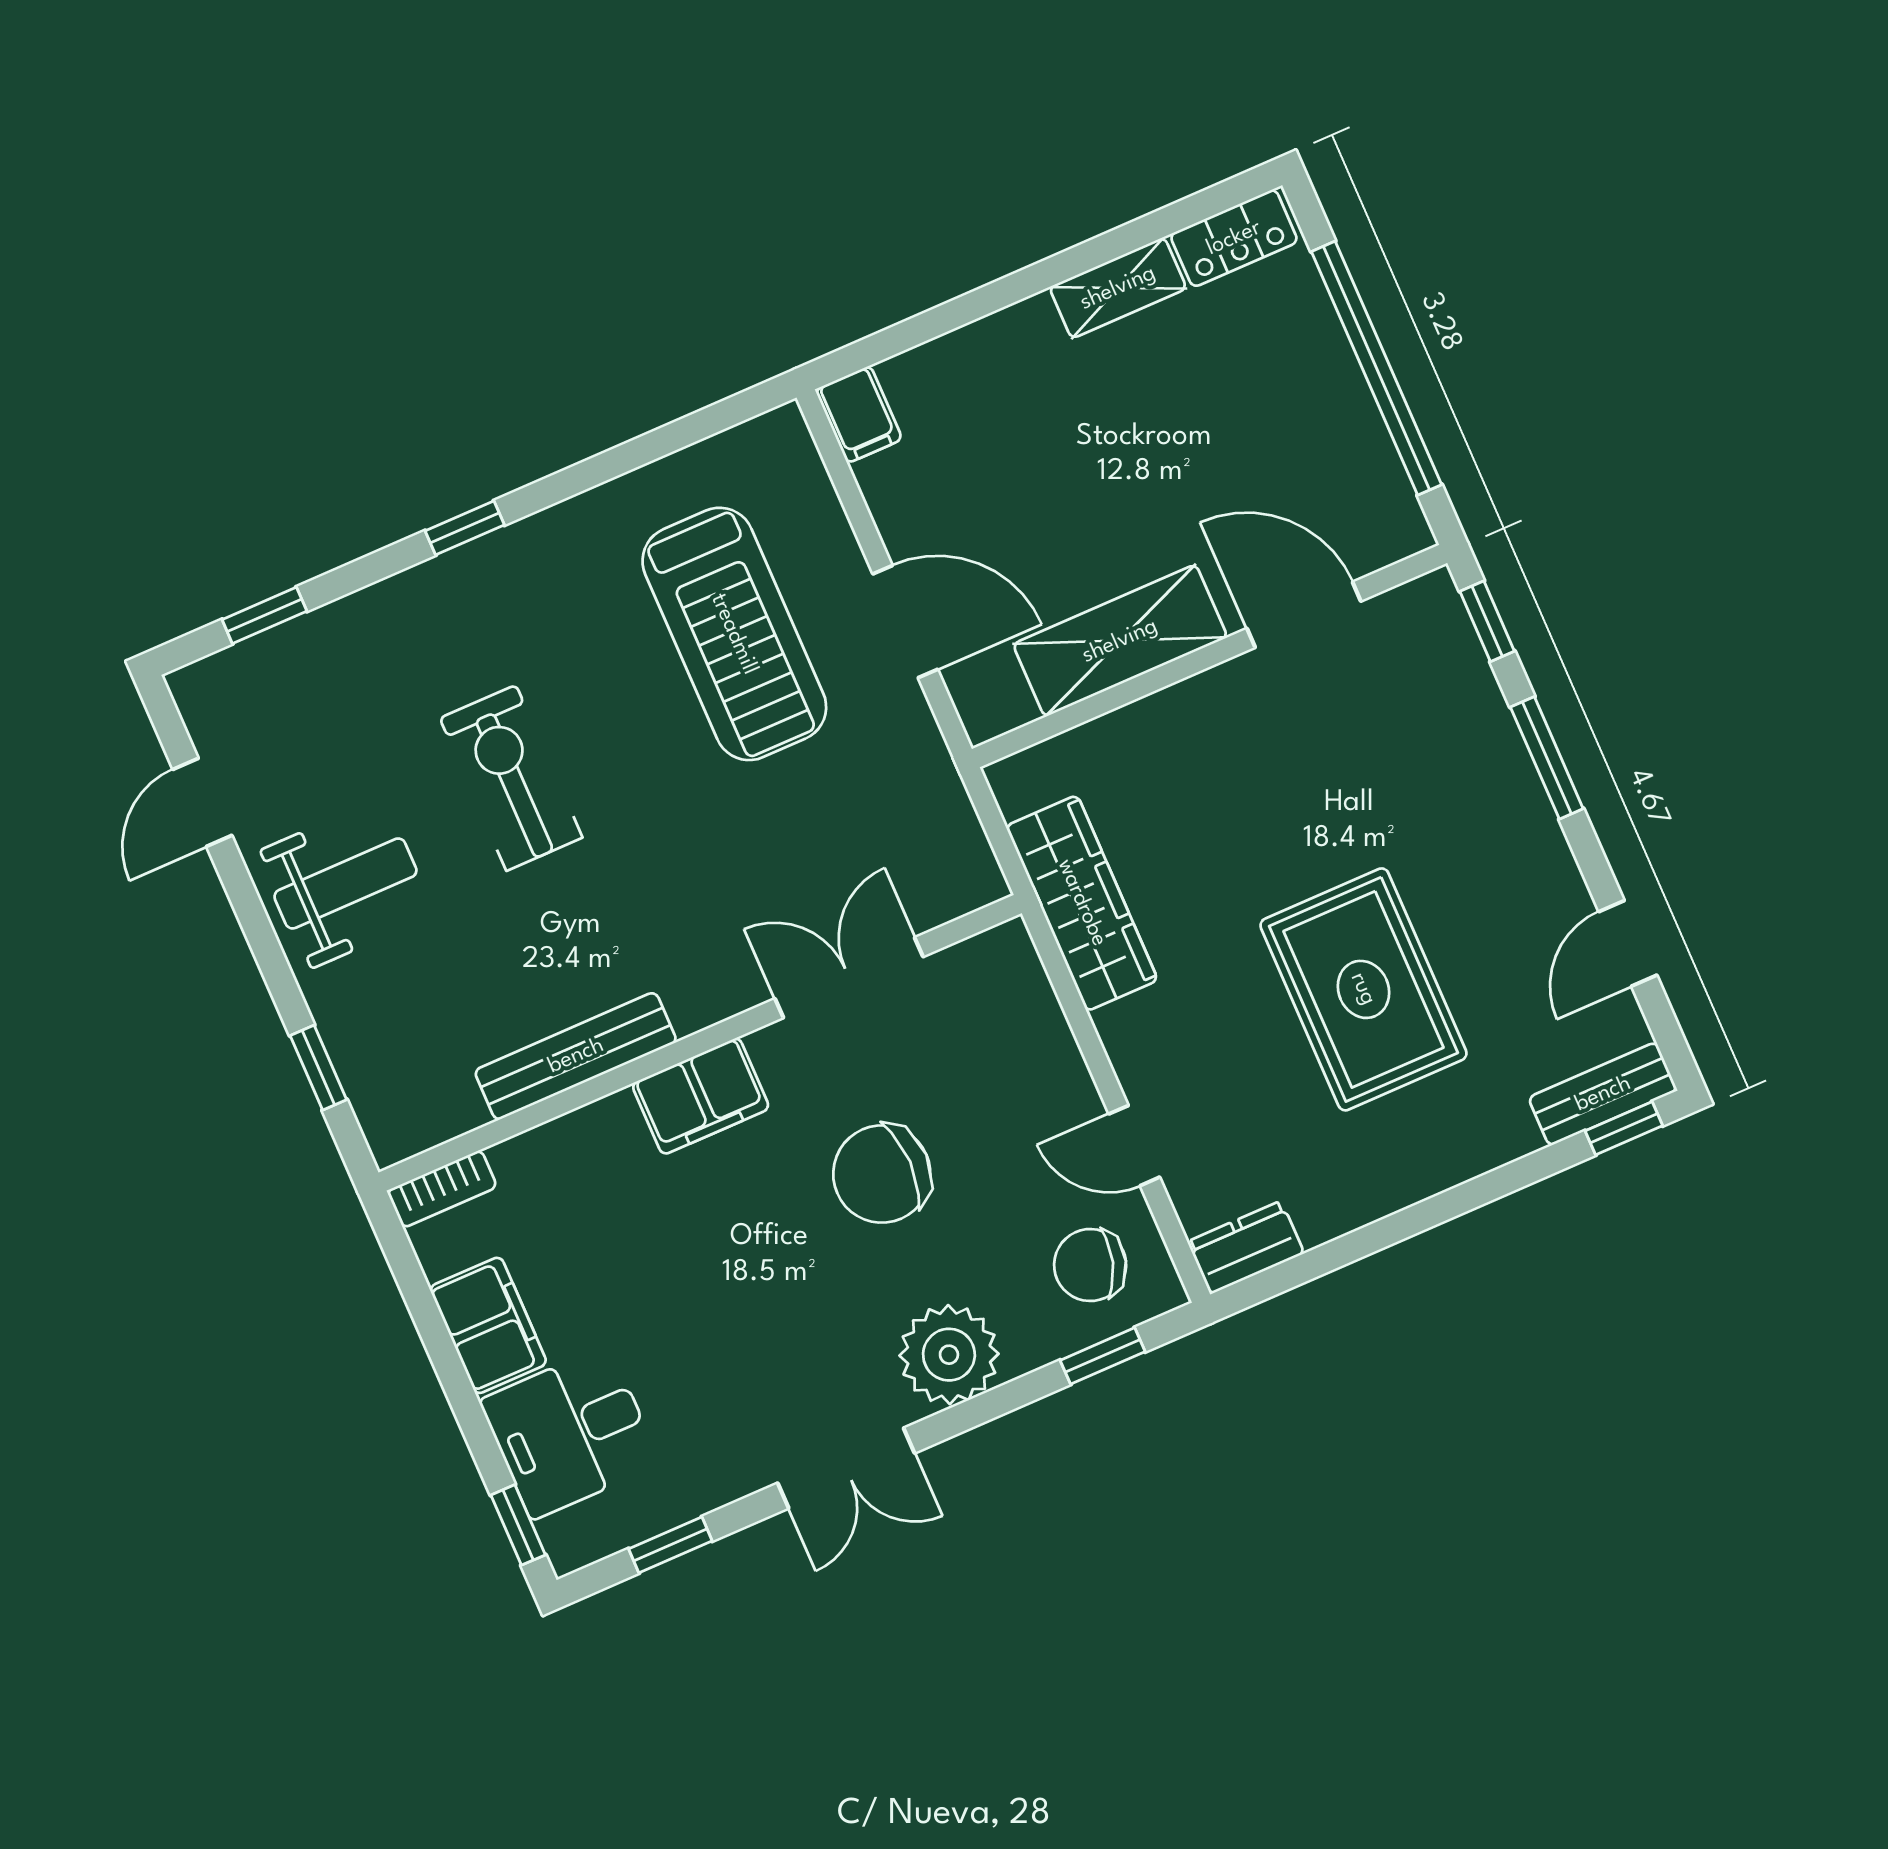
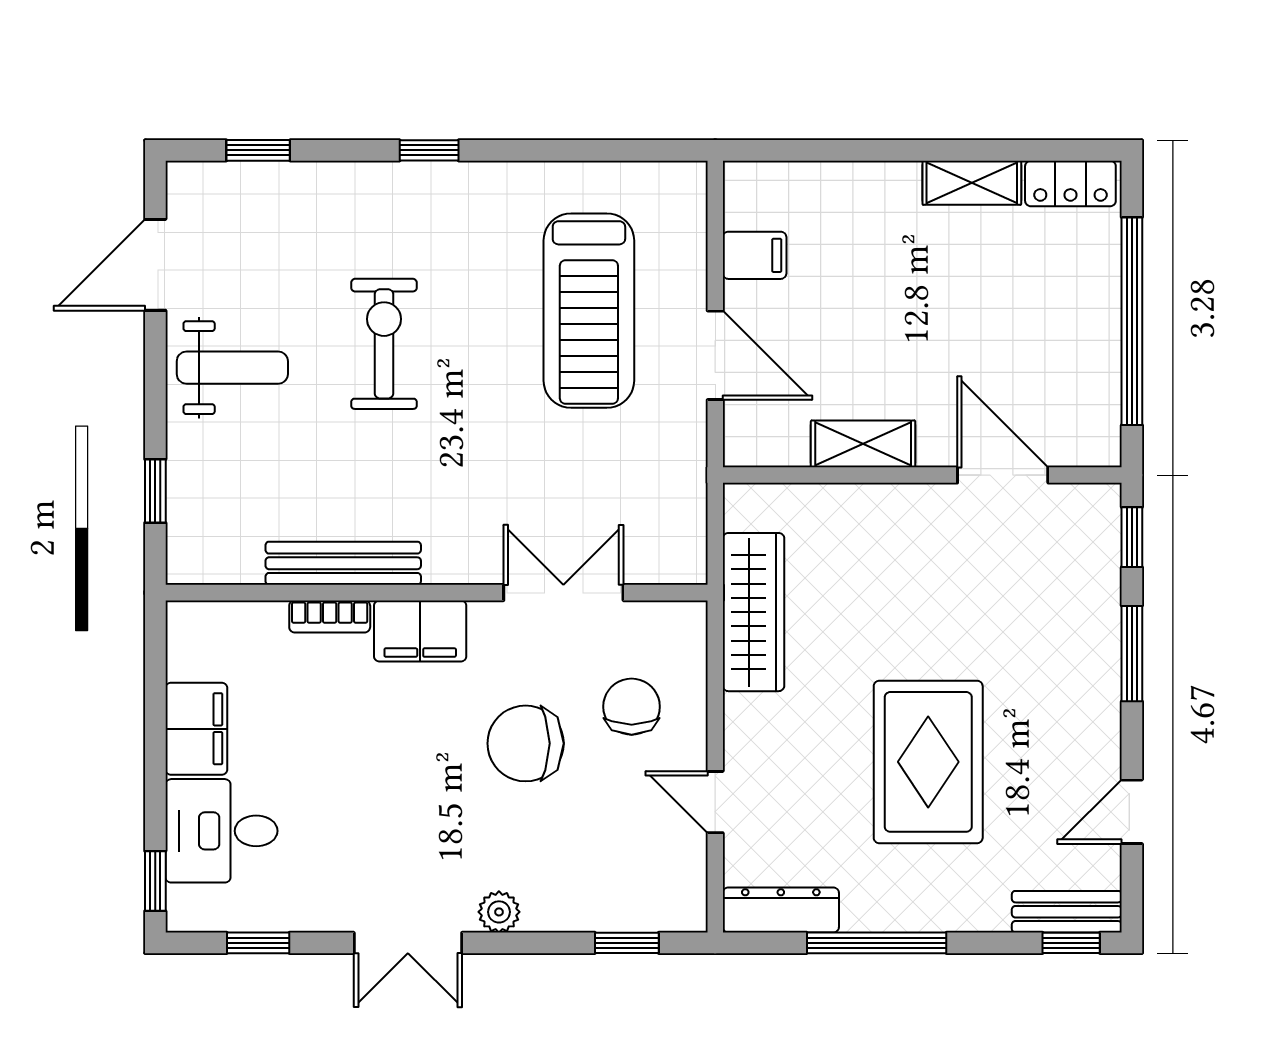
filing cabinet: (859, 414) -> (755, 255), moved, turned -90
shelving: (1120, 641) -> (863, 444), width x0.67, depth x0.75
door: (202, 802) -> (155, 265), width x1.38
bookcase: (442, 1189) -> (330, 616), moved
window: (1396, 1228) -> (877, 943), added
dresser: (1246, 1247) -> (781, 910), width x1.44
chair: (1090, 1265) -> (632, 707), moved, turned 73
plant: (949, 1355) -> (499, 912), width x0.53, depth x0.53

